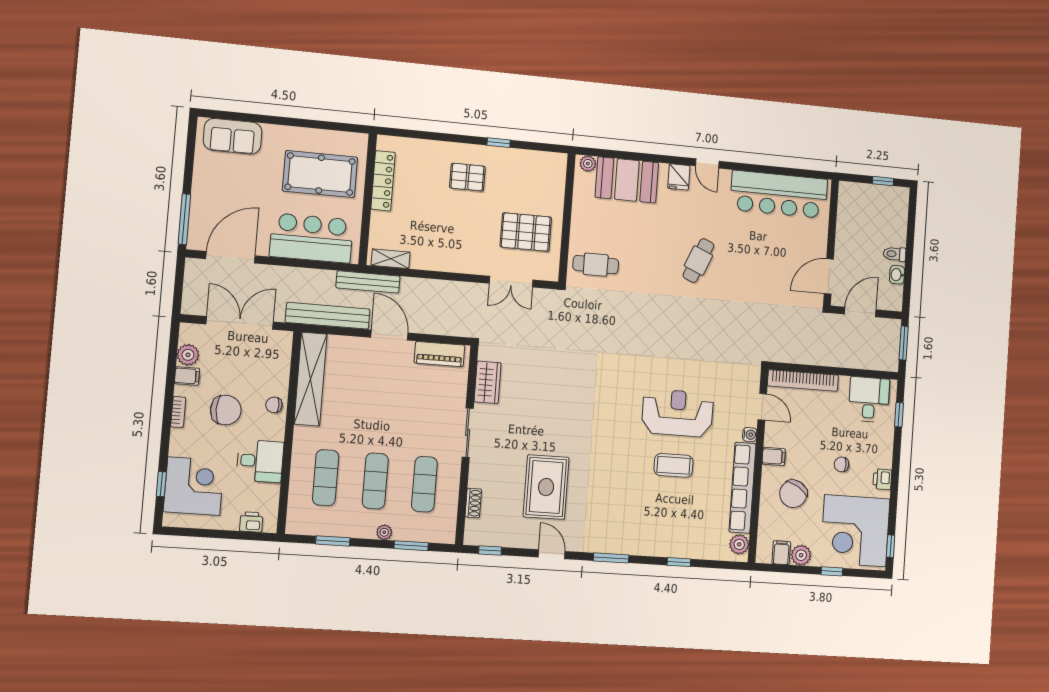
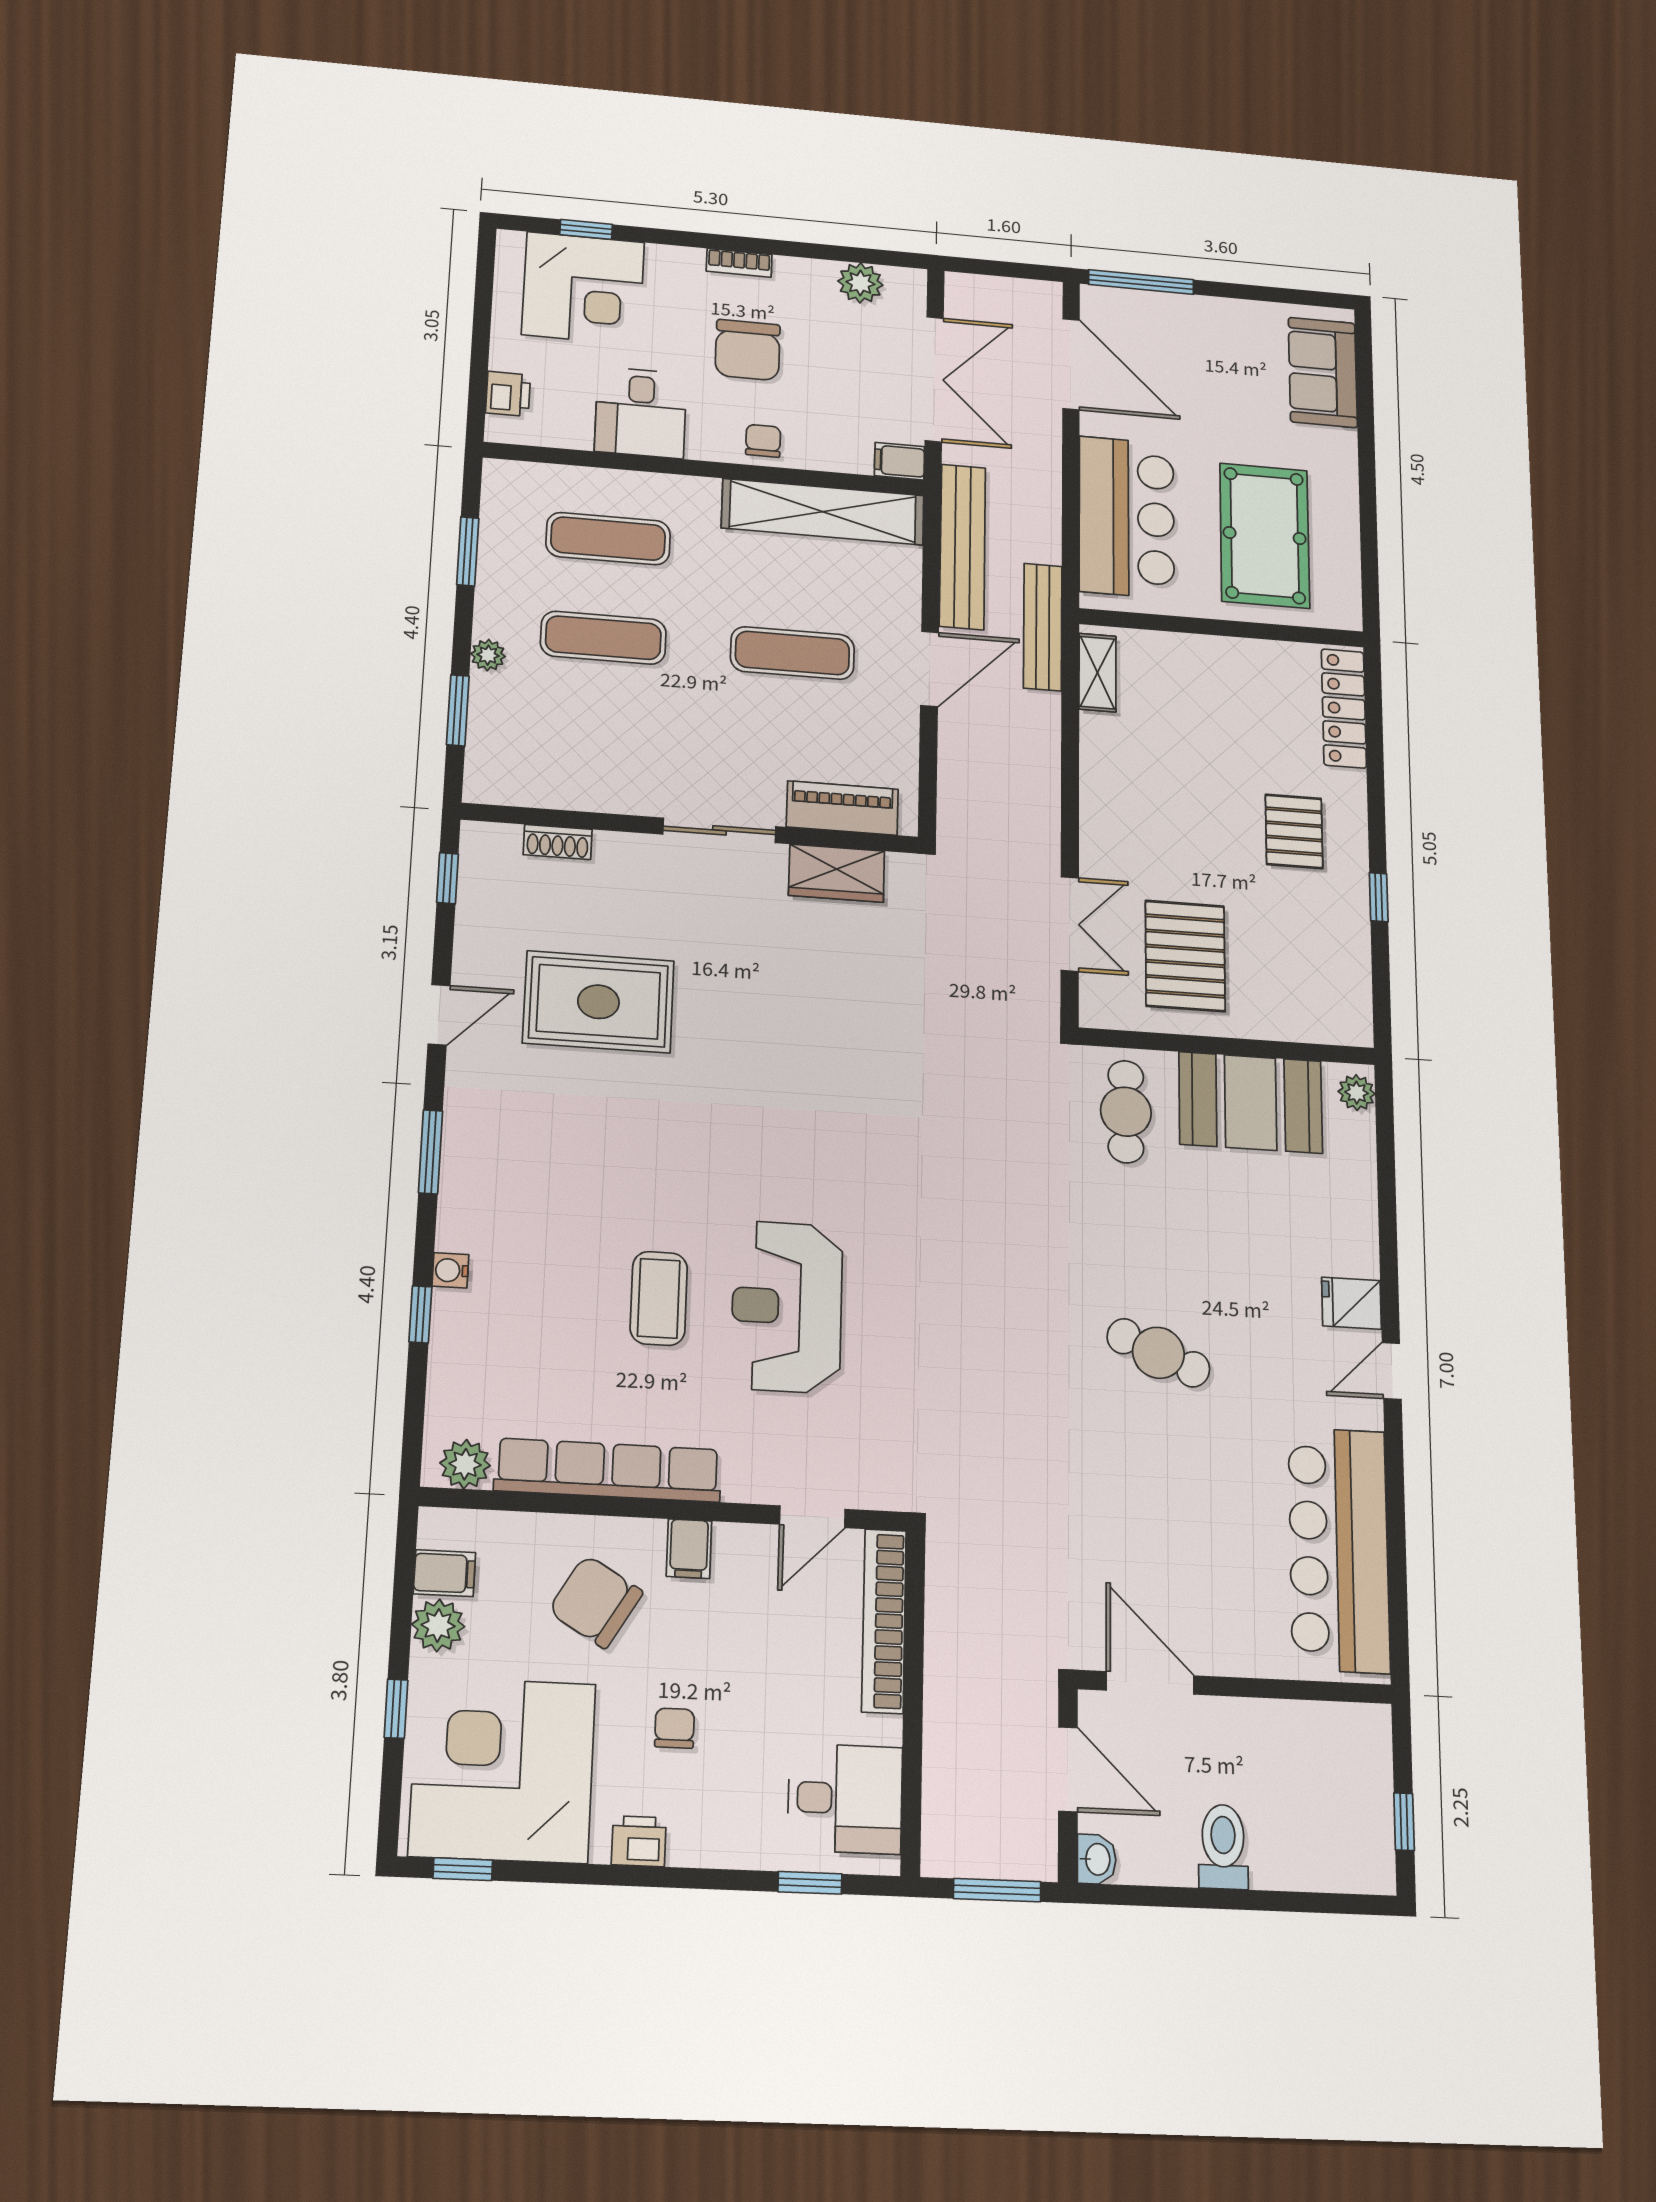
booth: (627, 180) -> (1251, 1103), moved, turned 90
locker: (383, 181) -> (1344, 708), moved, turned 90
toilet: (895, 254) -> (1223, 1847), width x1.37, depth x1.39
washbasin: (897, 275) -> (1097, 1859), moved, turned 90
double door: (511, 282) -> (1070, 924), swing flipped
piano: (439, 354) -> (842, 808), moved, turned 90
filing cabinet: (187, 376) -> (899, 461), moved, turned 90
reception desk: (678, 413) -> (787, 1307), turned 180
water cooler: (750, 435) -> (450, 1270), moved, turned 90
exercise mat: (424, 484) -> (792, 653), moved

